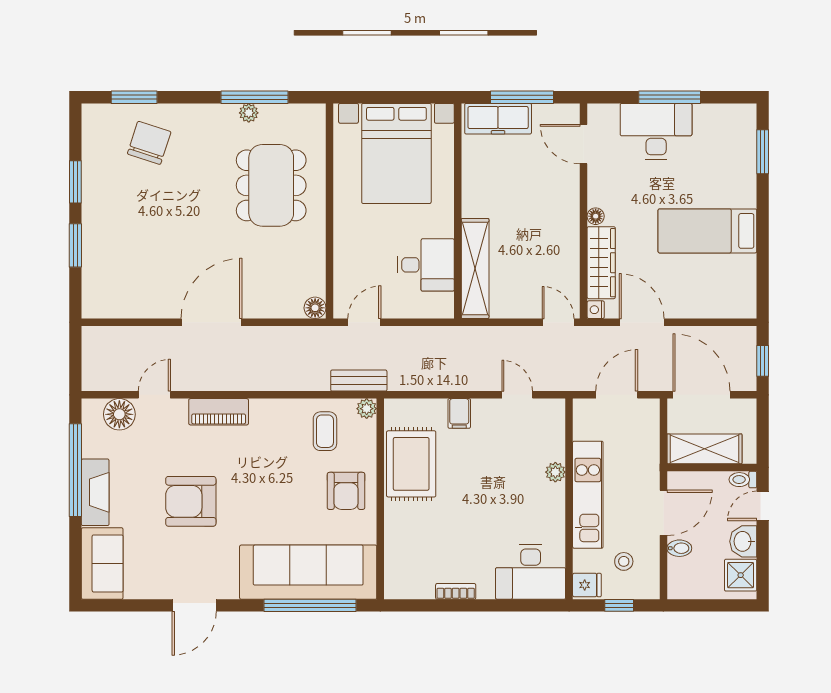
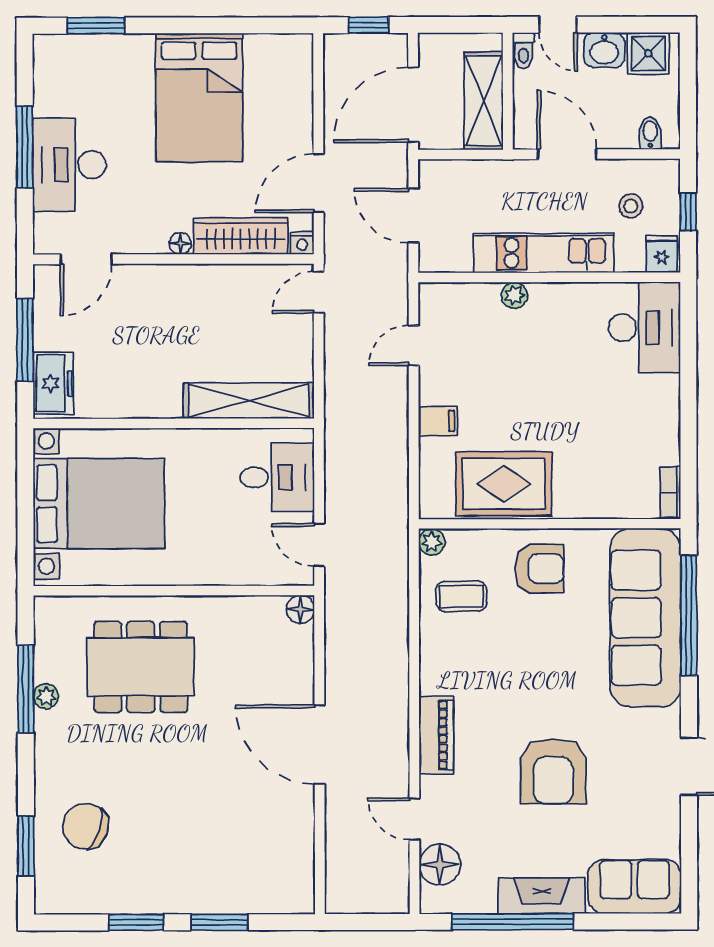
freezer: (498, 119) -> (53, 383), width x0.71
bed: (707, 231) -> (199, 97), width x1.50
desk: (426, 265) -> (277, 477), moved, turned 90
bench: (359, 381) -> (395, 552), removed
bidet: (679, 548) -> (650, 133), moved
bookcase: (456, 591) -> (670, 493), moved

